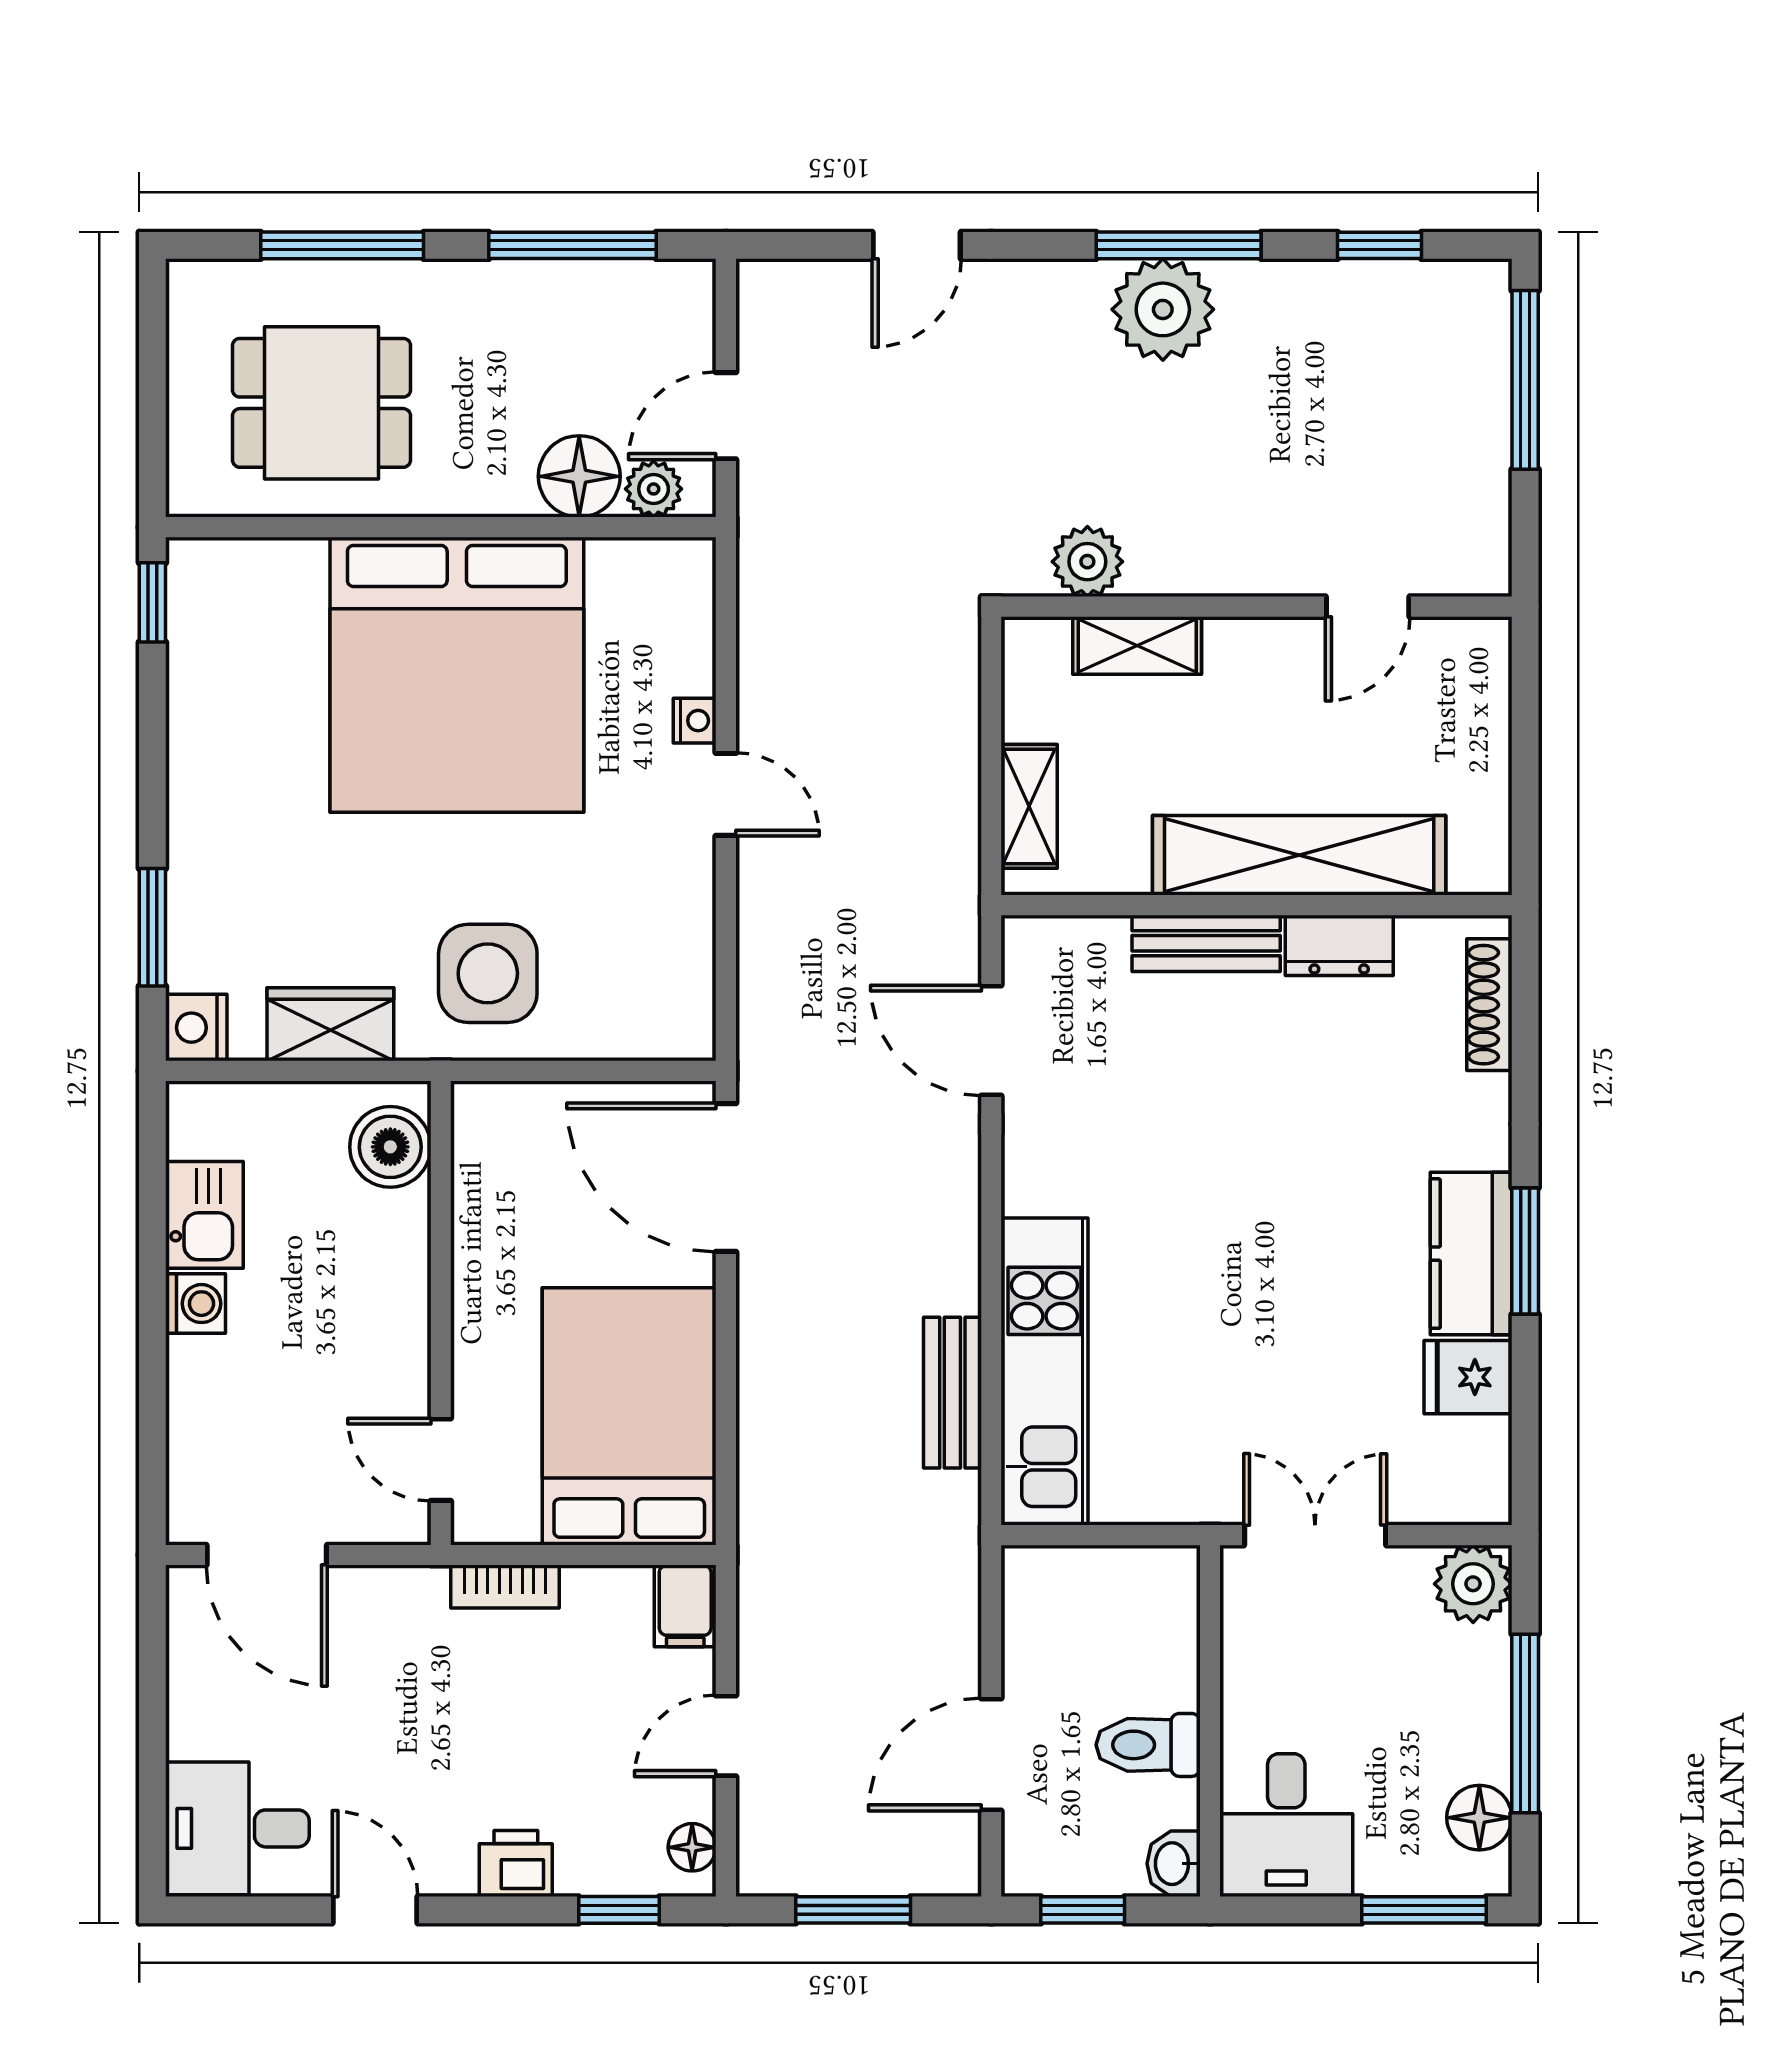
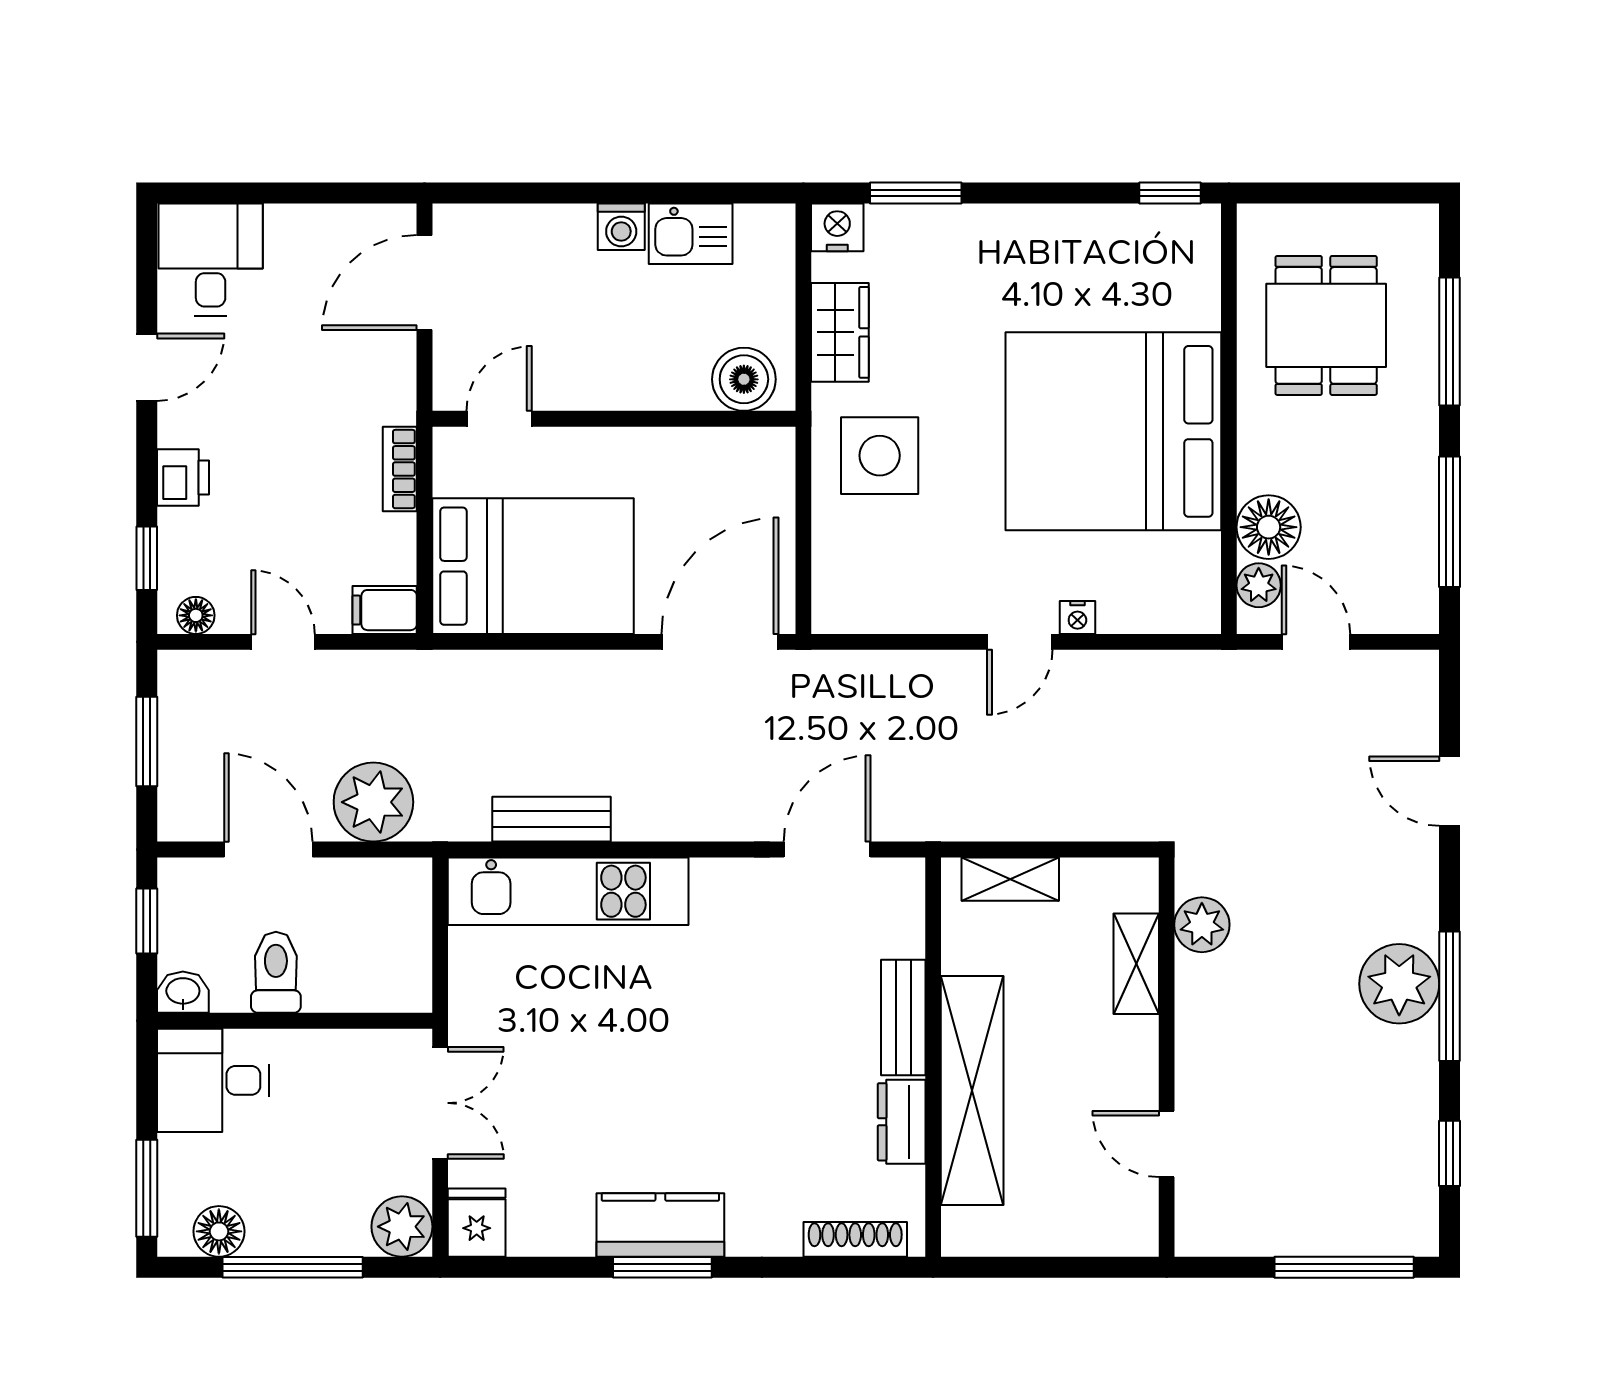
fridge: (1468, 1377) -> (477, 1223), moved
plant: (931, 1620) -> (373, 802), added

